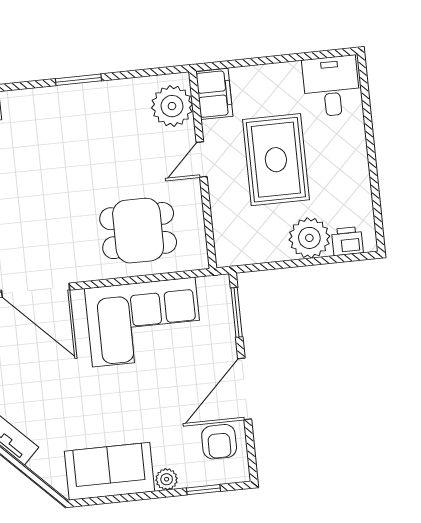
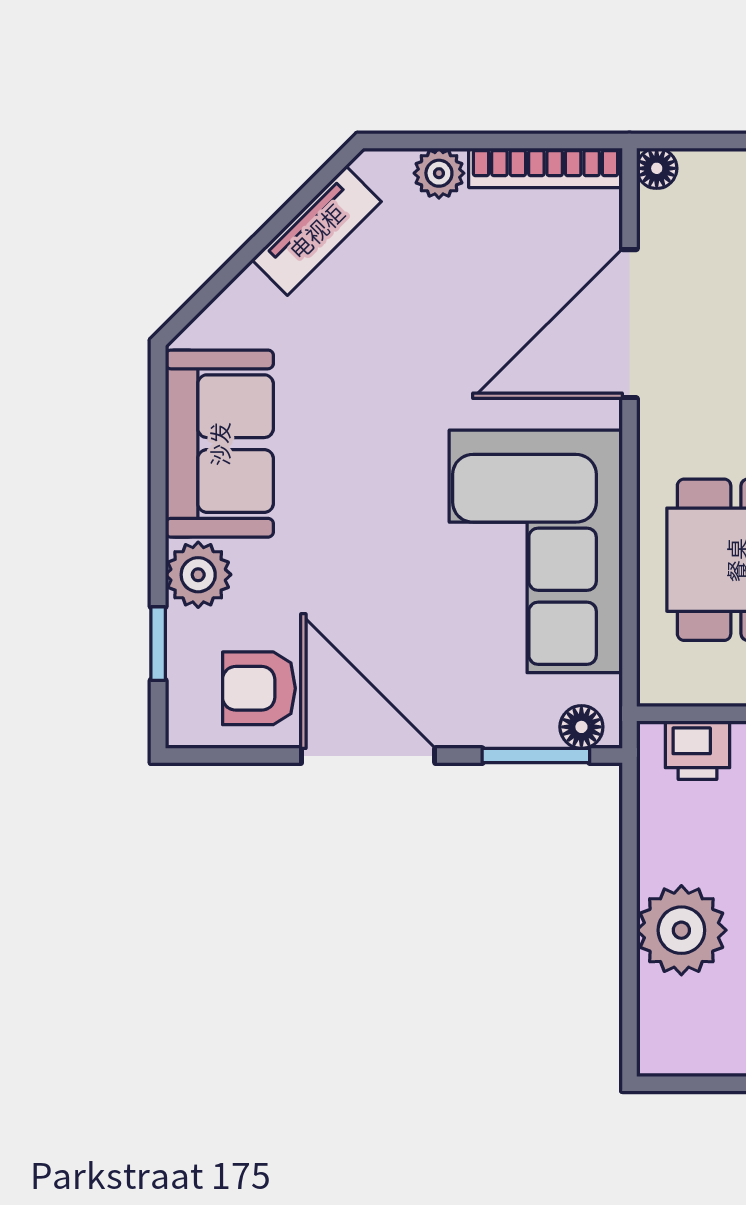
printer: (347, 241) -> (697, 750), moved, turned 90
floor lamp: (222, 293) -> (581, 727), added
plant: (167, 479) -> (198, 575), width x1.38, depth x1.38

